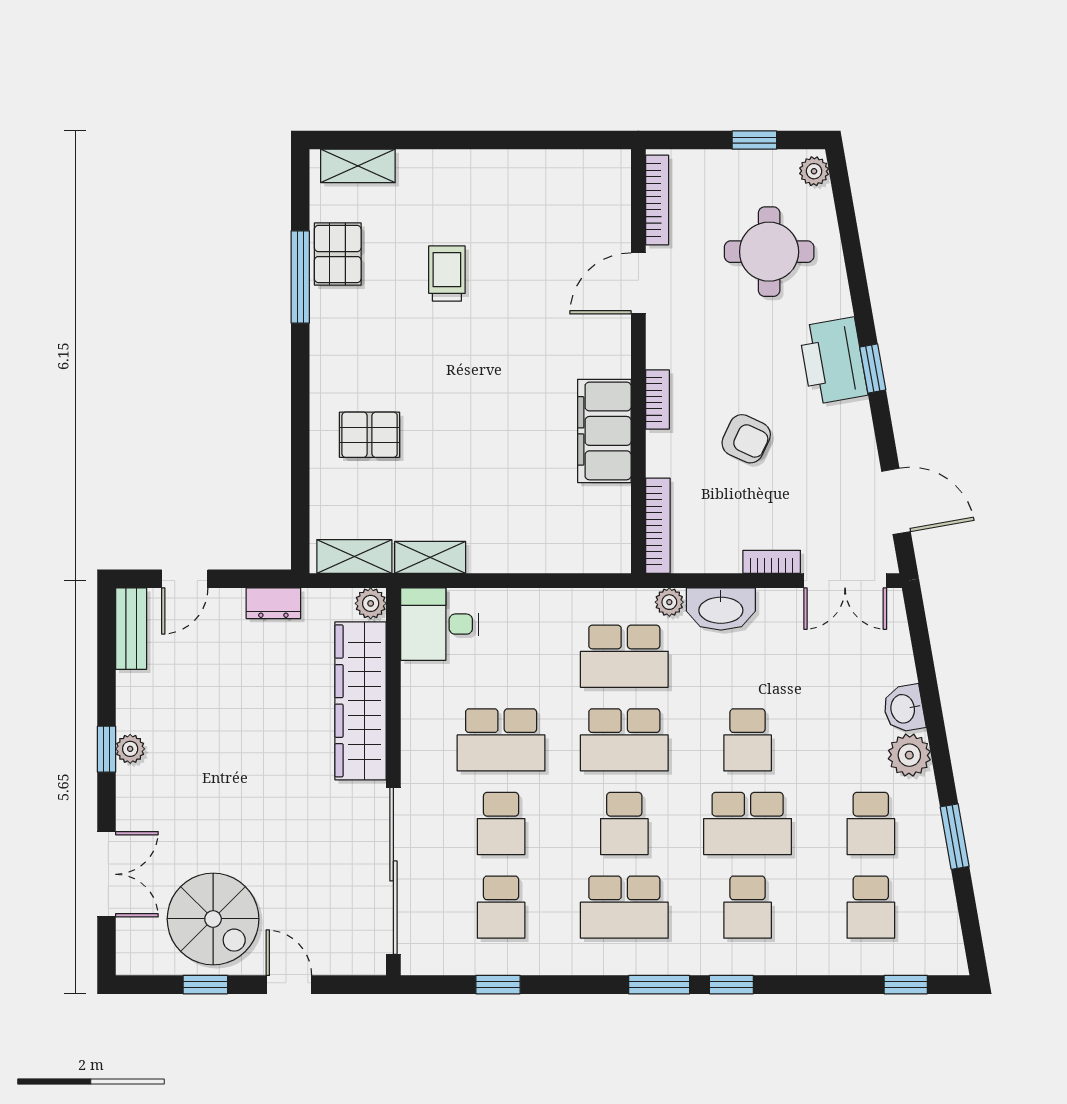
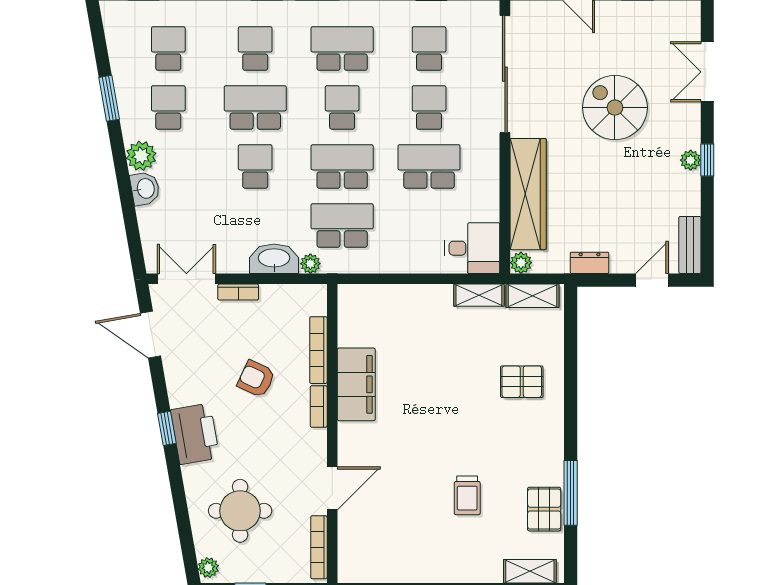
bookcase: (658, 526) -> (318, 350), moved
spiral stairs: (213, 919) -> (615, 108), moved

